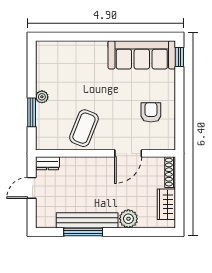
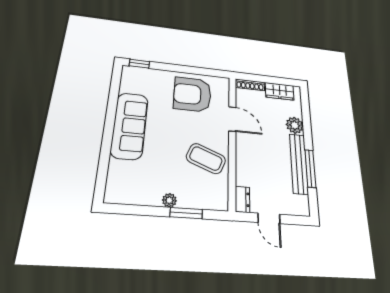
sofa: (142, 55) -> (130, 126), moved
armchair: (151, 112) -> (192, 94), width x1.88, depth x1.88

